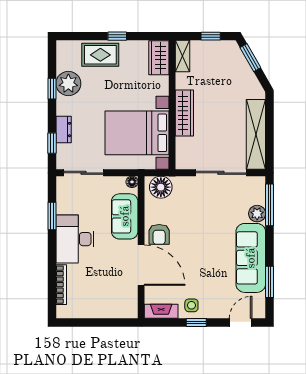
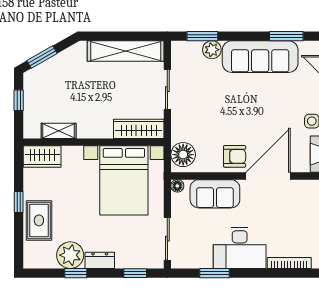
shelving: (183, 56) -> (59, 131), moved
wardrobe: (184, 113) -> (139, 129), moved
dresser: (64, 130) -> (100, 260), moved
sliding door: (221, 173) -> (167, 89), width x0.73
window: (270, 205) -> (202, 36), width x0.69

